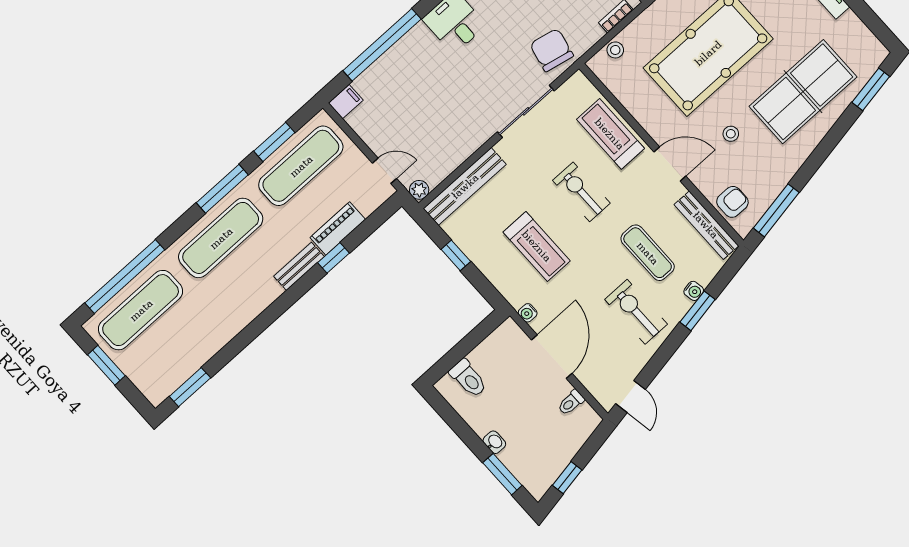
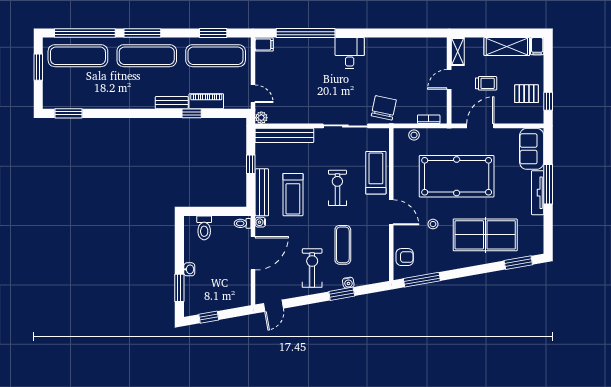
window: (222, 189) -> (142, 33), moved
bench: (706, 225) -> (262, 192), moved
toilet: (571, 402) -> (243, 223), moved

